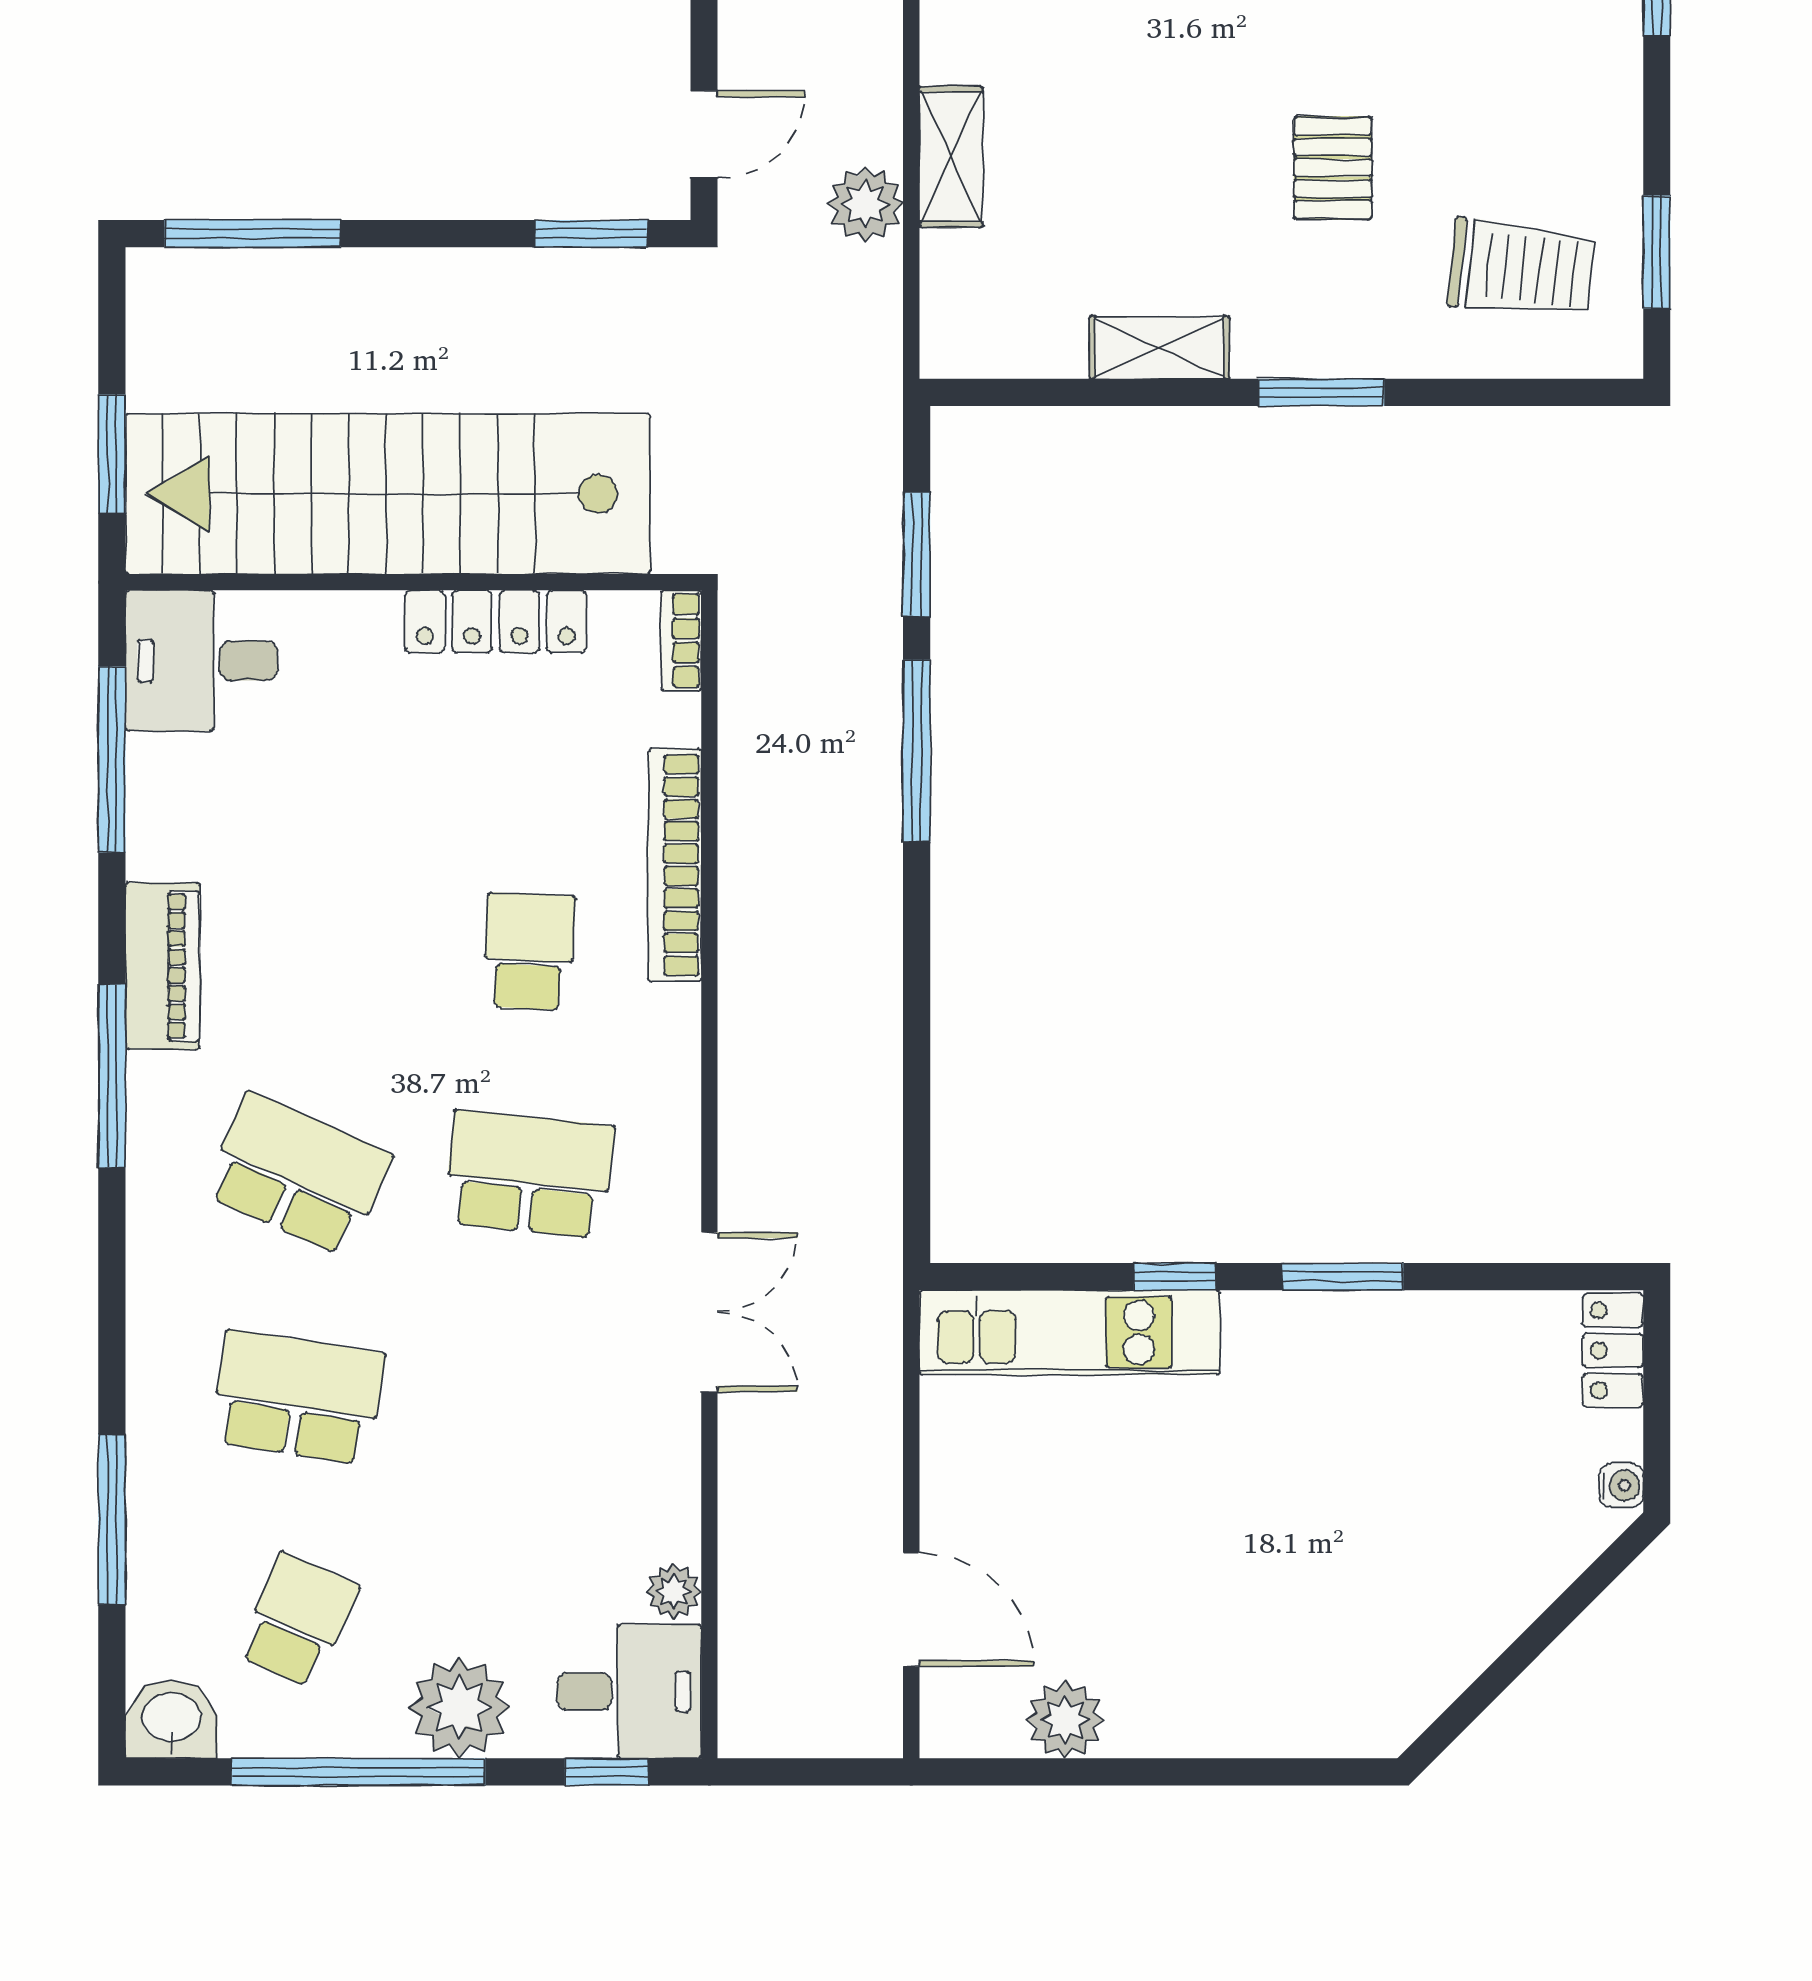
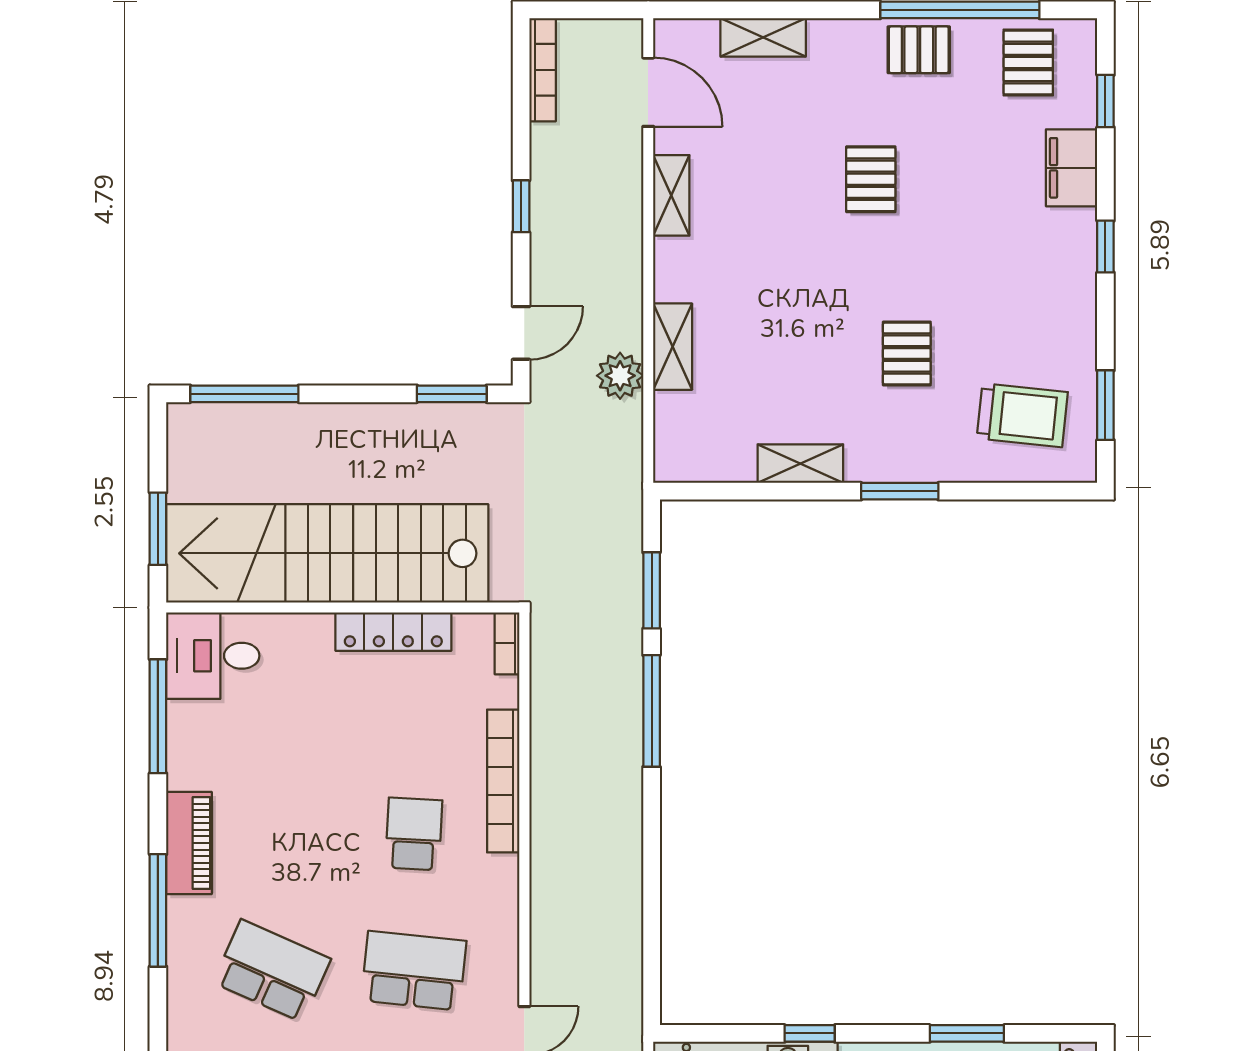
window: (1343, 1277) -> (967, 1033), moved

